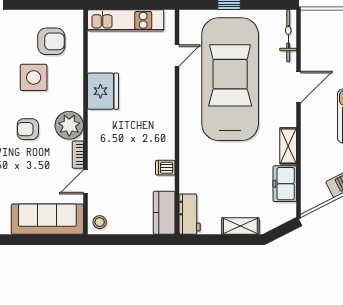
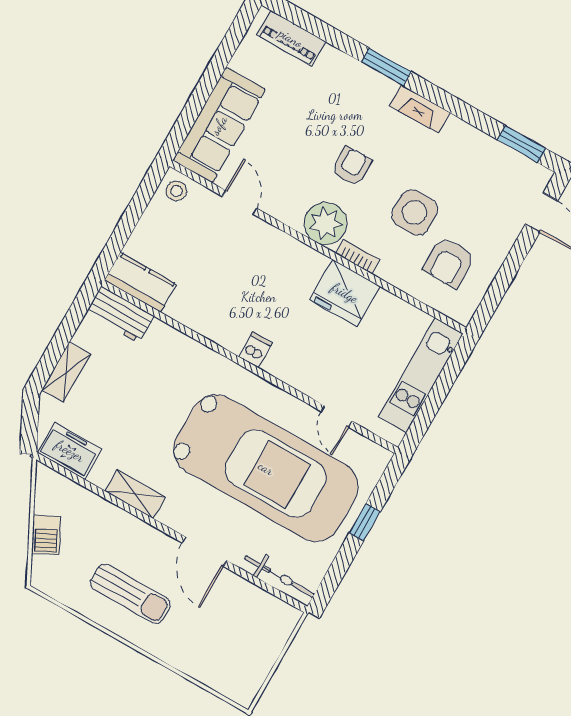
bookcase: (78, 155) -> (357, 256), moved
dishwasher: (165, 168) -> (255, 350), moved
freezer: (285, 184) -> (70, 451), moved

